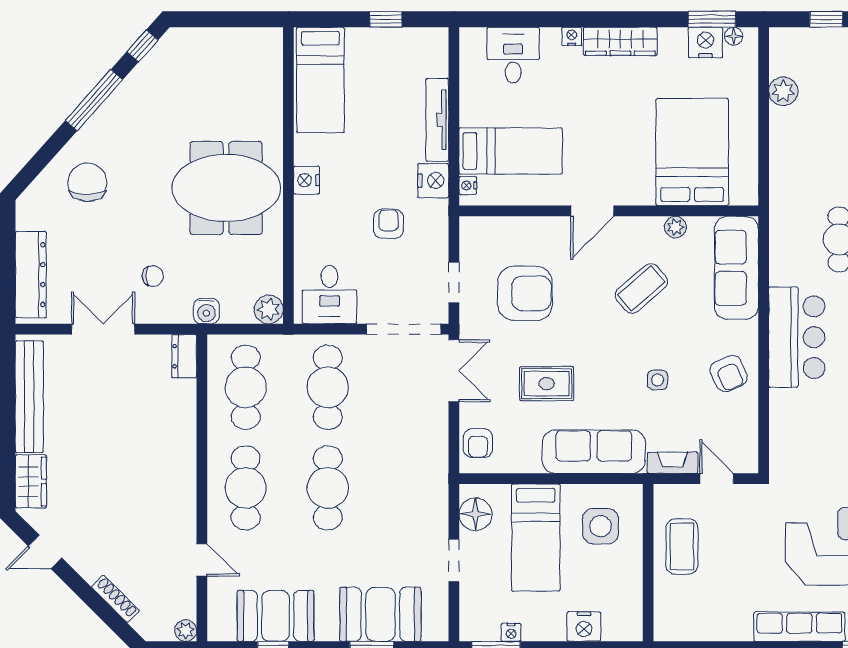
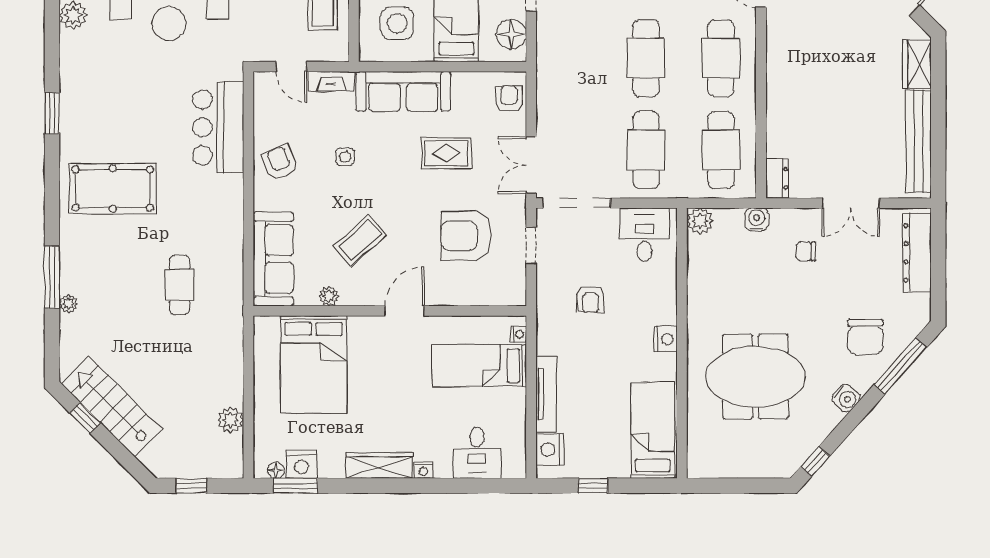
window: (94, 100) -> (900, 366), moved
water cooler: (109, 115) -> (846, 398), added
nightstand: (433, 181) -> (550, 450), moved
meeting table: (226, 188) -> (755, 377), moved
bar counter: (797, 337) -> (218, 127), moved

